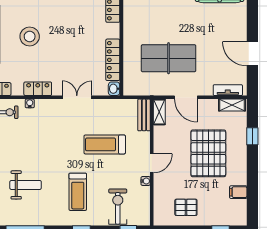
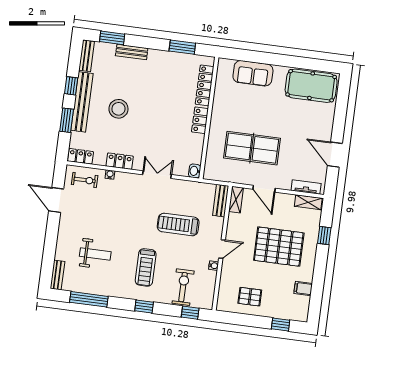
locker: (113, 60) -> (200, 120), moved, width x0.66
pallet: (208, 153) -> (279, 247), turned 90

